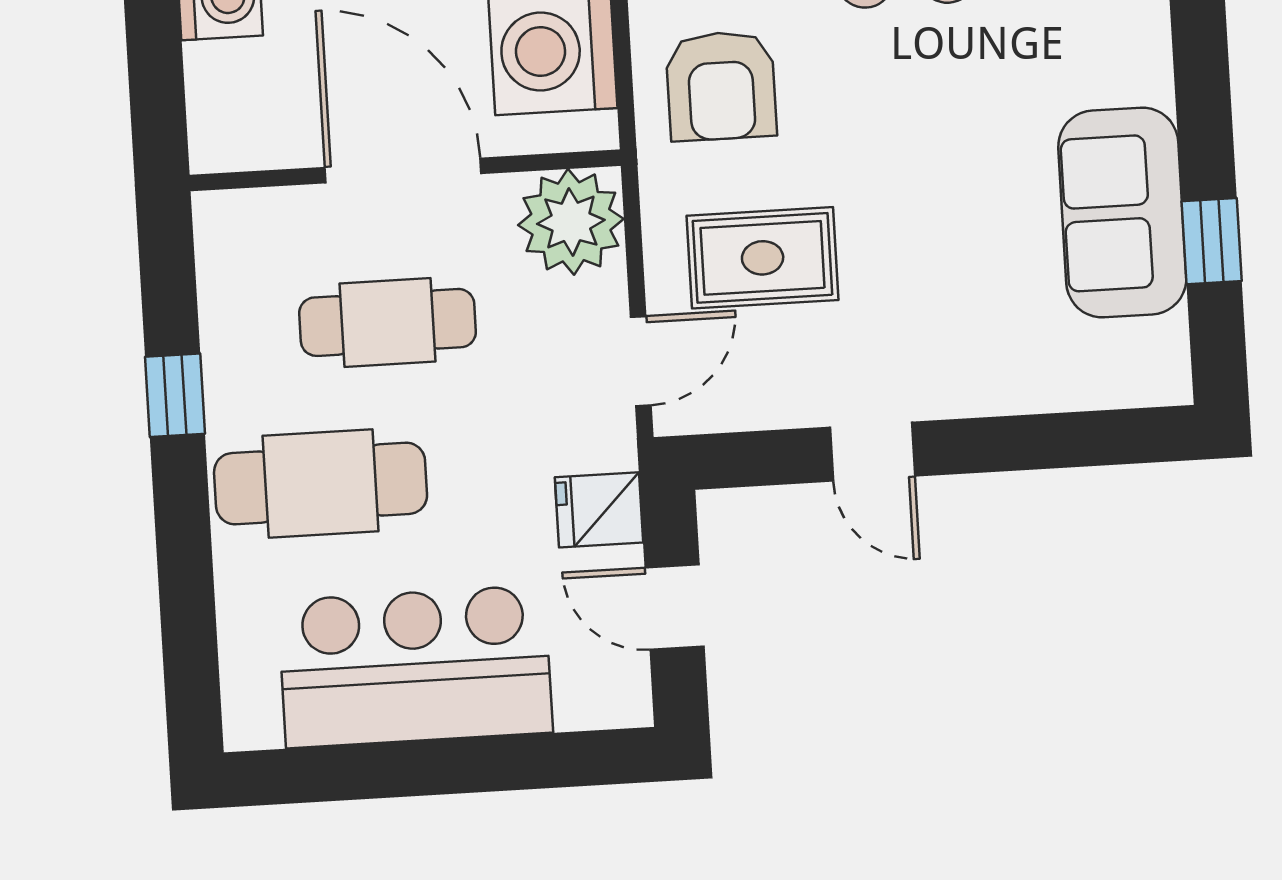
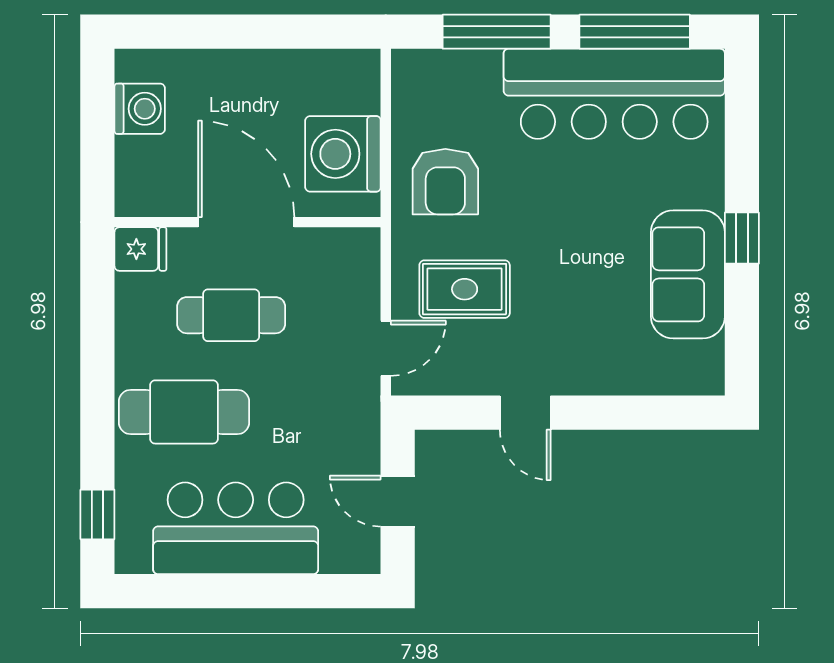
plant: (571, 222) -> (348, 260), removed
window: (1212, 241) -> (742, 238), moved
window: (175, 395) -> (97, 514), moved
fridge: (599, 510) -> (140, 249), moved, turned 180

